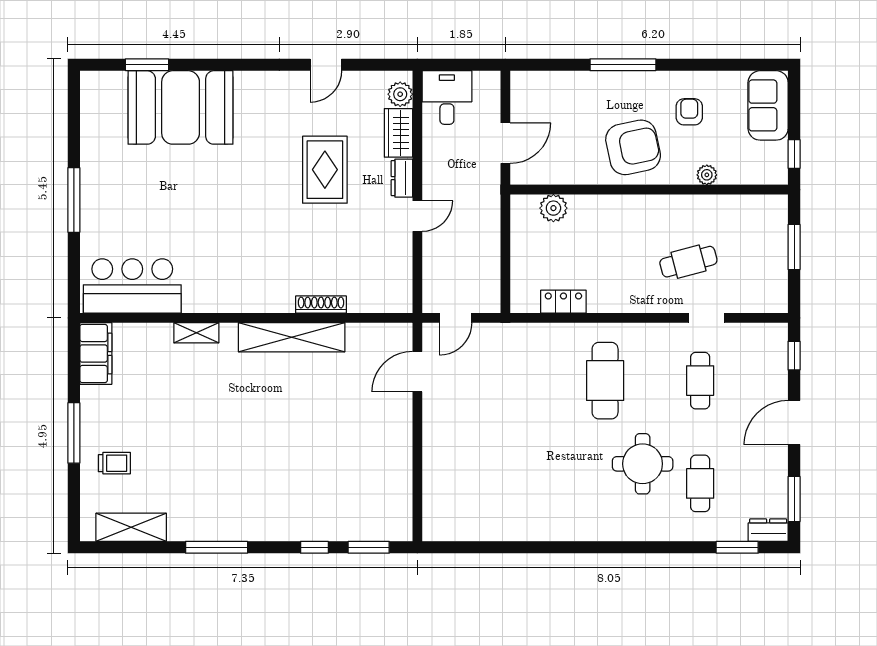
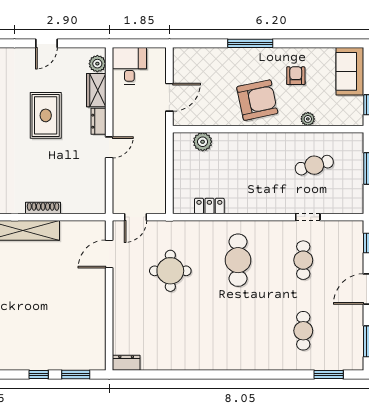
cafe table: (688, 262) -> (314, 165), moved
round table: (643, 464) -> (170, 271), moved
dresser: (768, 530) -> (126, 363), moved

